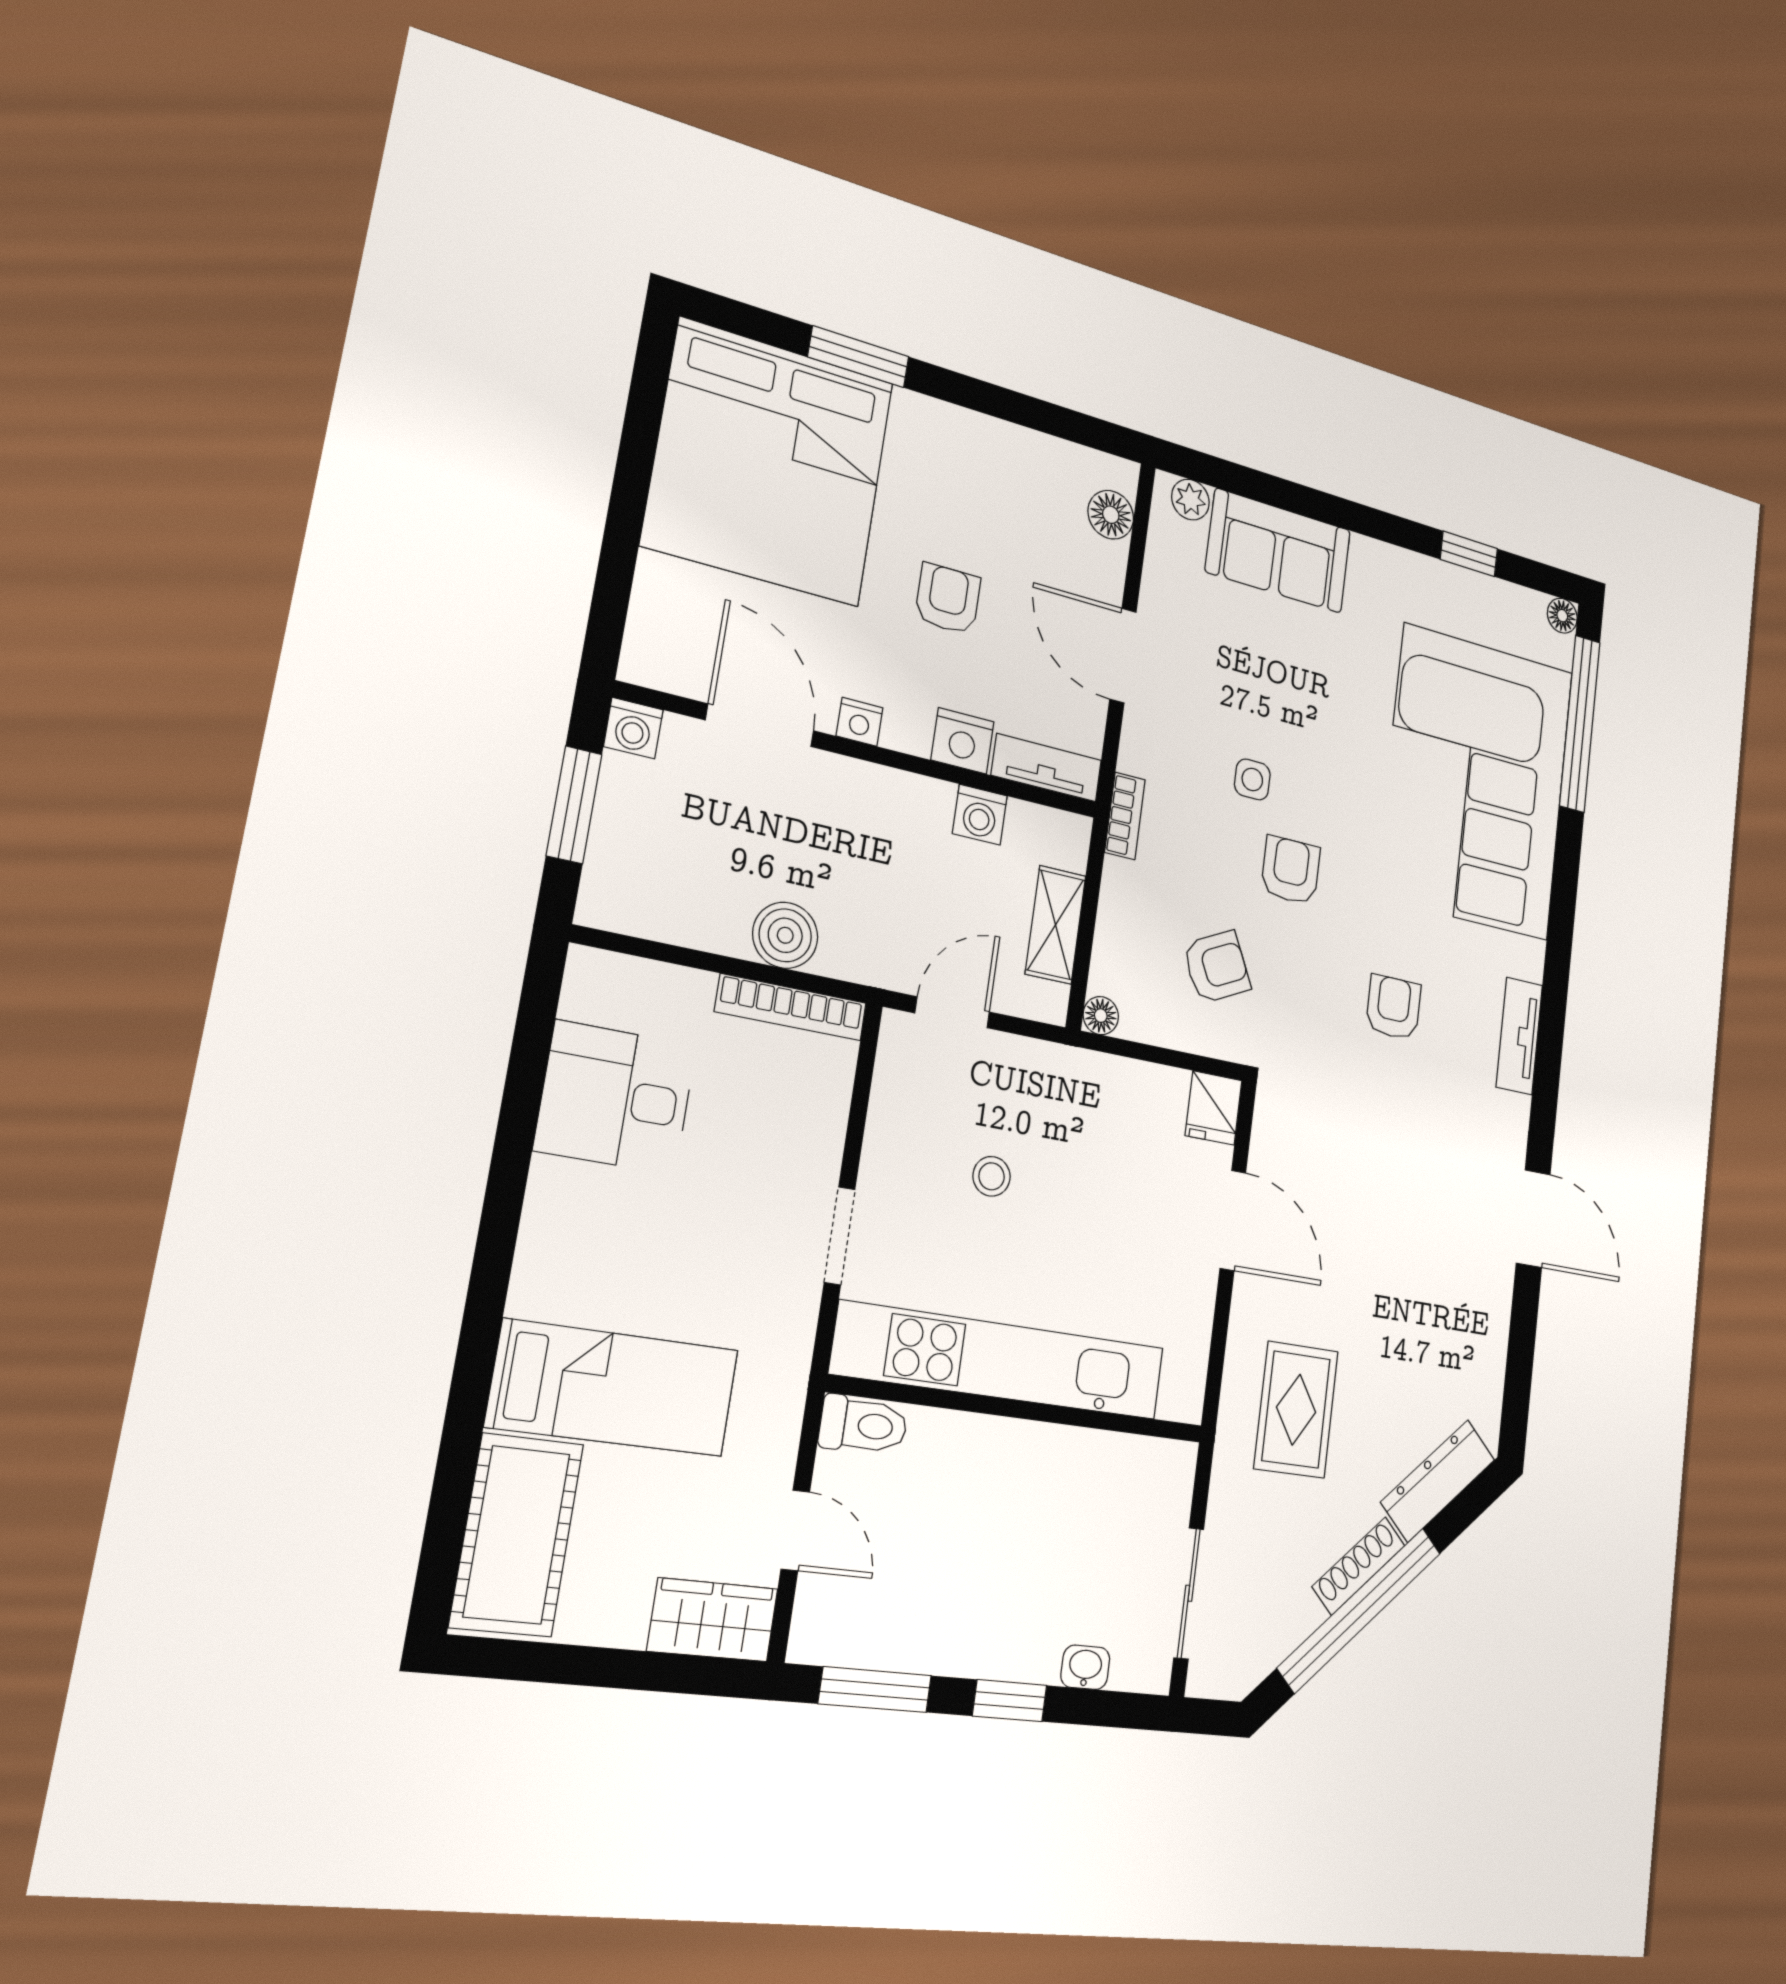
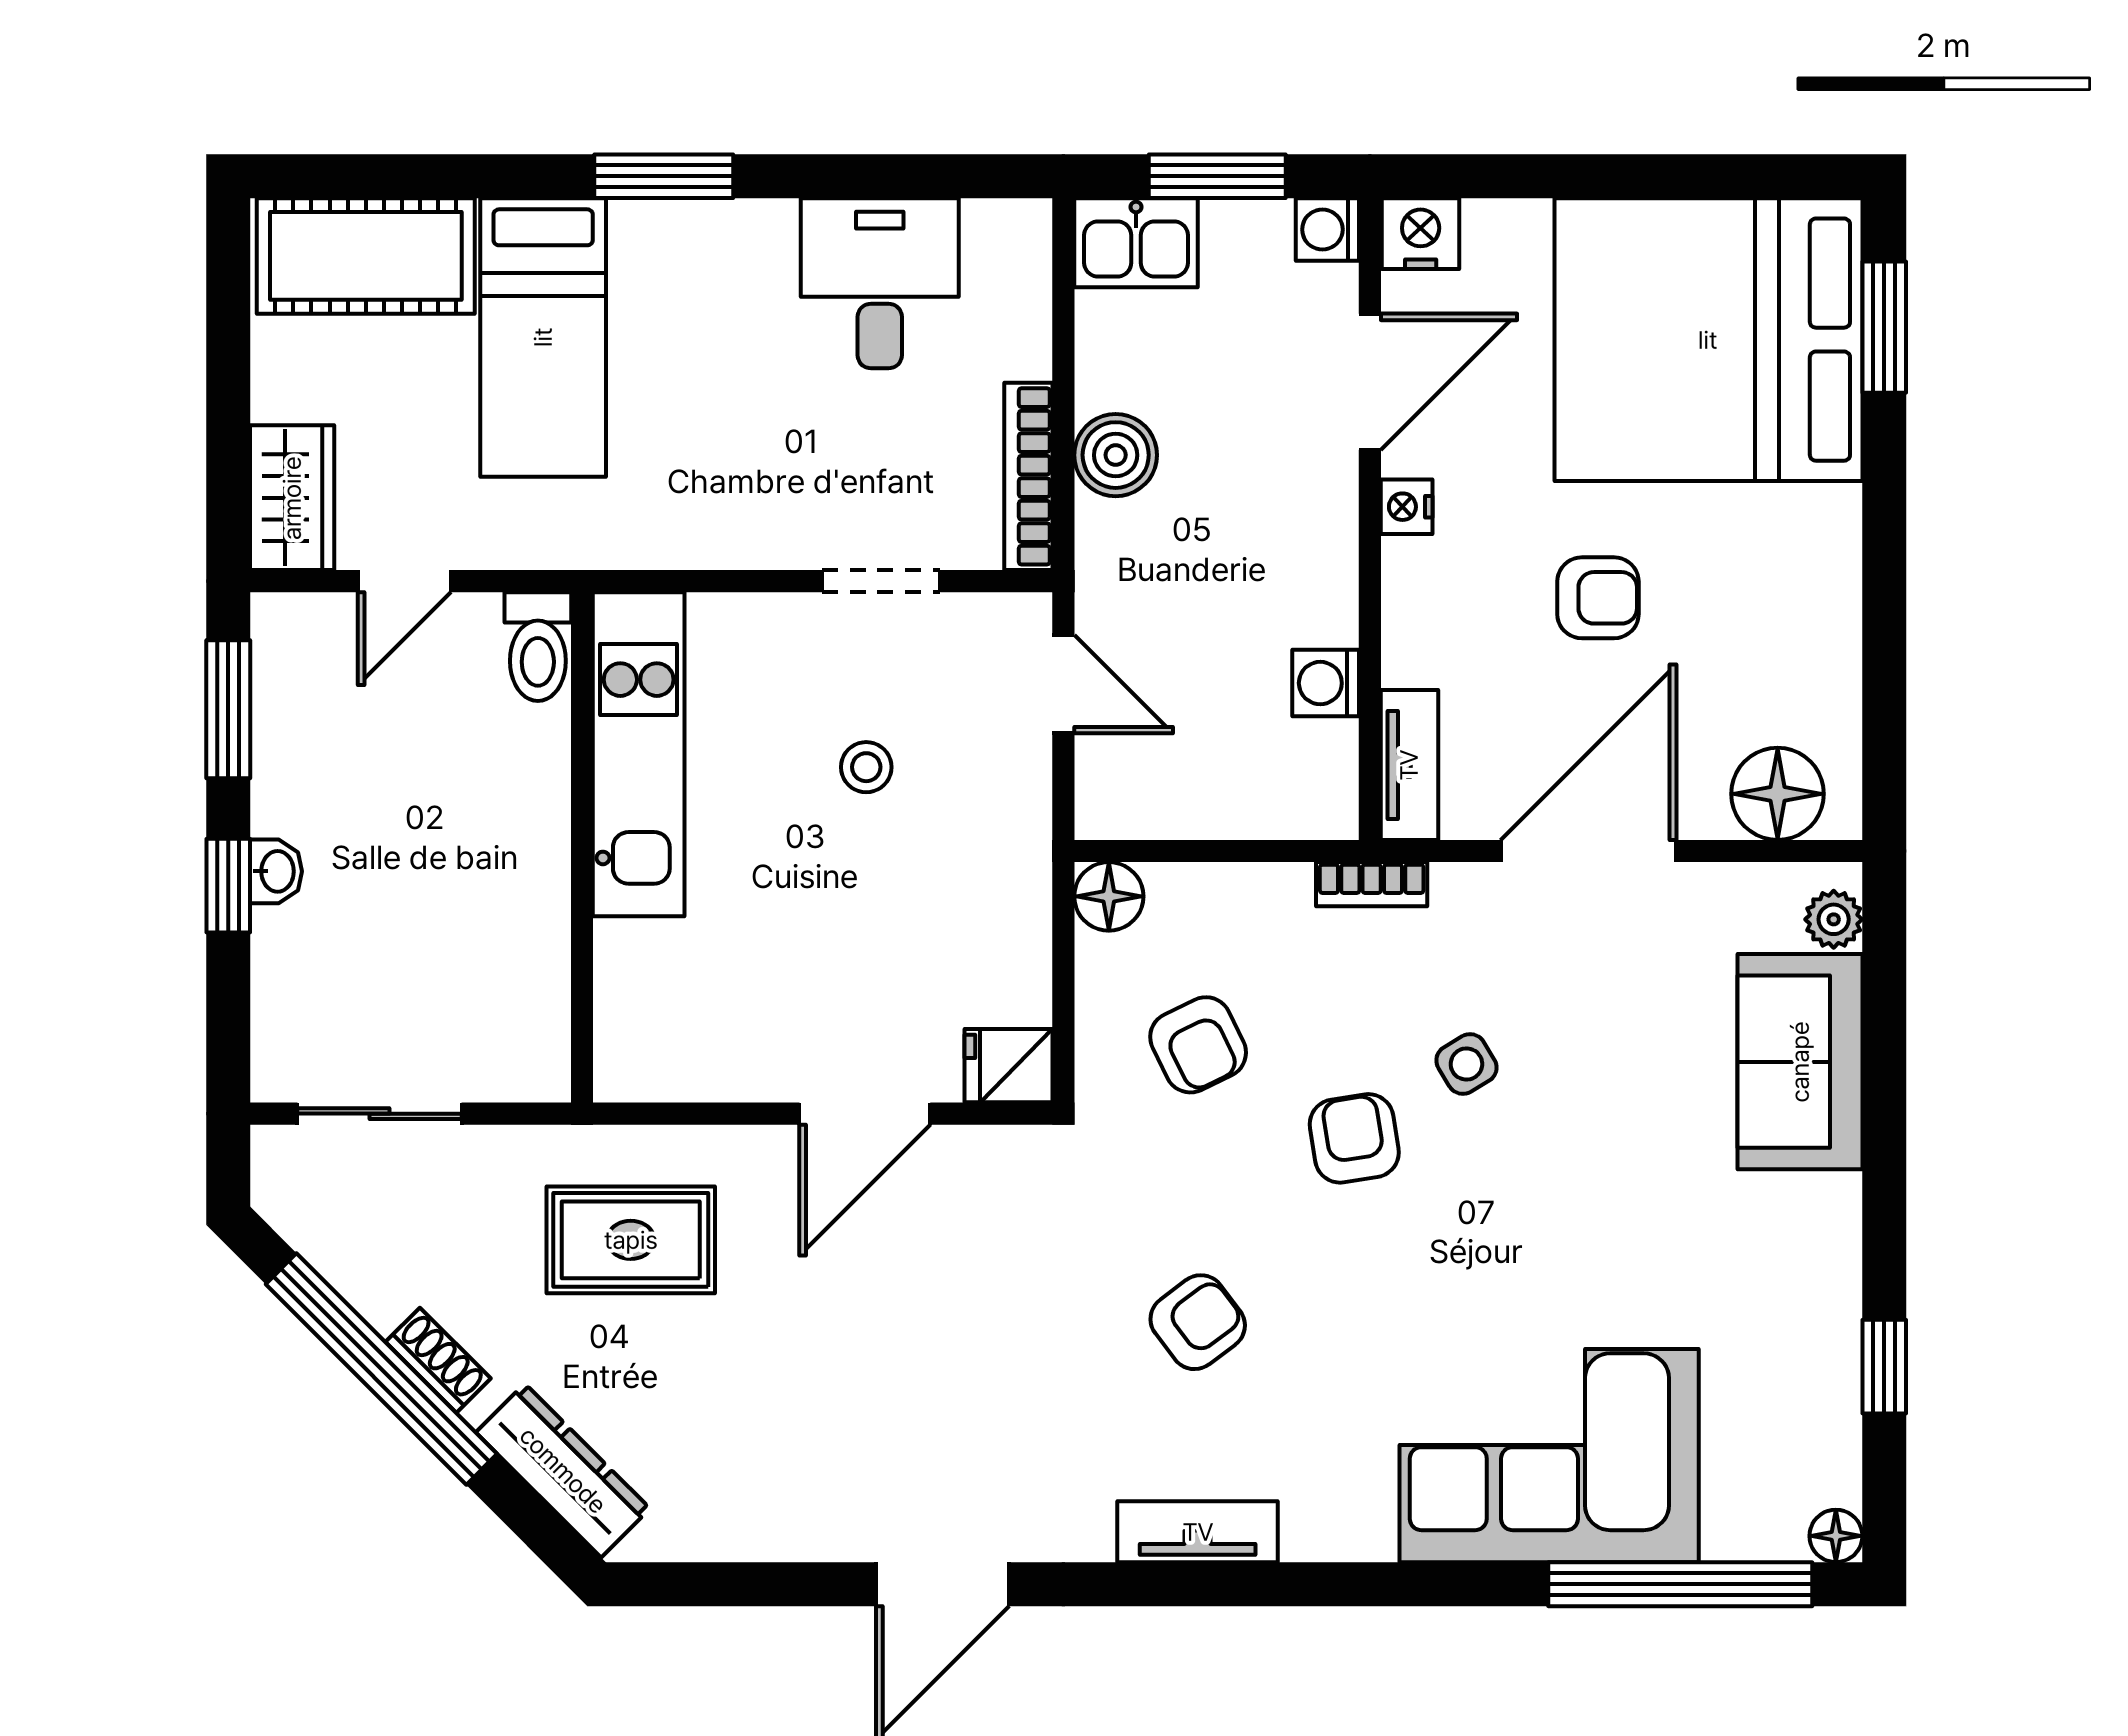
window: (858, 357) -> (1884, 327), moved
floor lamp: (1111, 515) -> (1778, 794), width x1.38, depth x1.38
door: (1123, 656) -> (1588, 851), width x1.36
nightstand: (962, 741) -> (1421, 234), moved, turned 90
side table: (1252, 779) -> (1466, 1064), turned -31
corner sofa: (1476, 782) -> (1549, 1456), width x0.73, depth x0.74
armchair: (1291, 870) -> (1354, 1138), turned -99
kitchen sink: (618, 882) -> (1136, 243), added
shelving: (1056, 925) -> (1205, 807), removed
armchair: (1393, 1007) -> (1198, 1322), turned -37
floor lamp: (1101, 1016) -> (1109, 896), width x1.37, depth x1.37
doorway: (840, 1236) -> (881, 581), moved
window: (492, 1265) -> (664, 176), added
kitchen unit: (1001, 1361) -> (639, 754), width x0.73
shoe rack: (1359, 1566) -> (438, 1360), width x0.70
washbasin: (1085, 1667) -> (276, 871), moved

